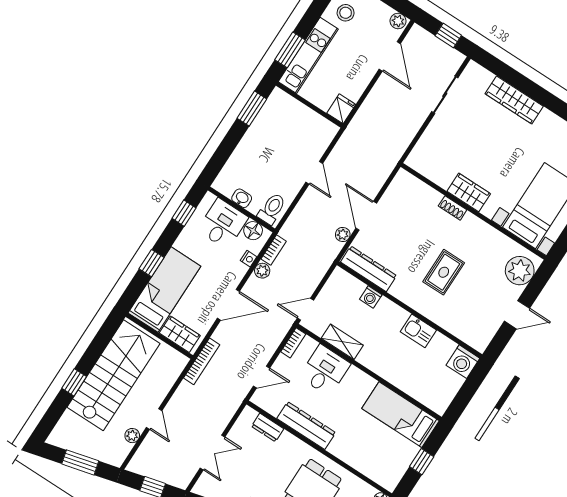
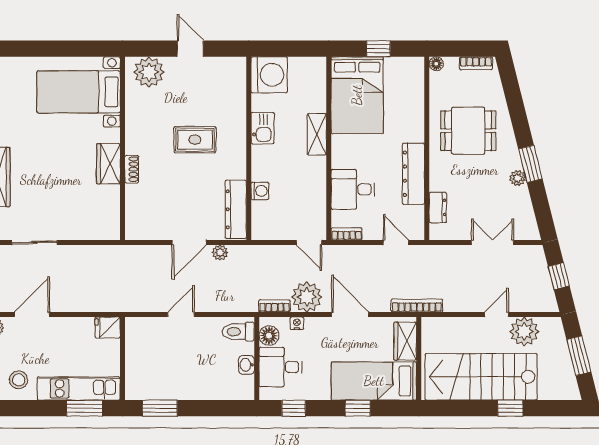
plant: (262, 271) -> (307, 297), width x1.87, depth x1.87
shelving: (342, 342) -> (317, 134), moved
washing machine: (463, 362) -> (269, 75), width x1.37, depth x1.37
bed: (400, 415) -> (357, 95), width x1.50
plant: (132, 436) -> (524, 331), width x1.88, depth x1.88

